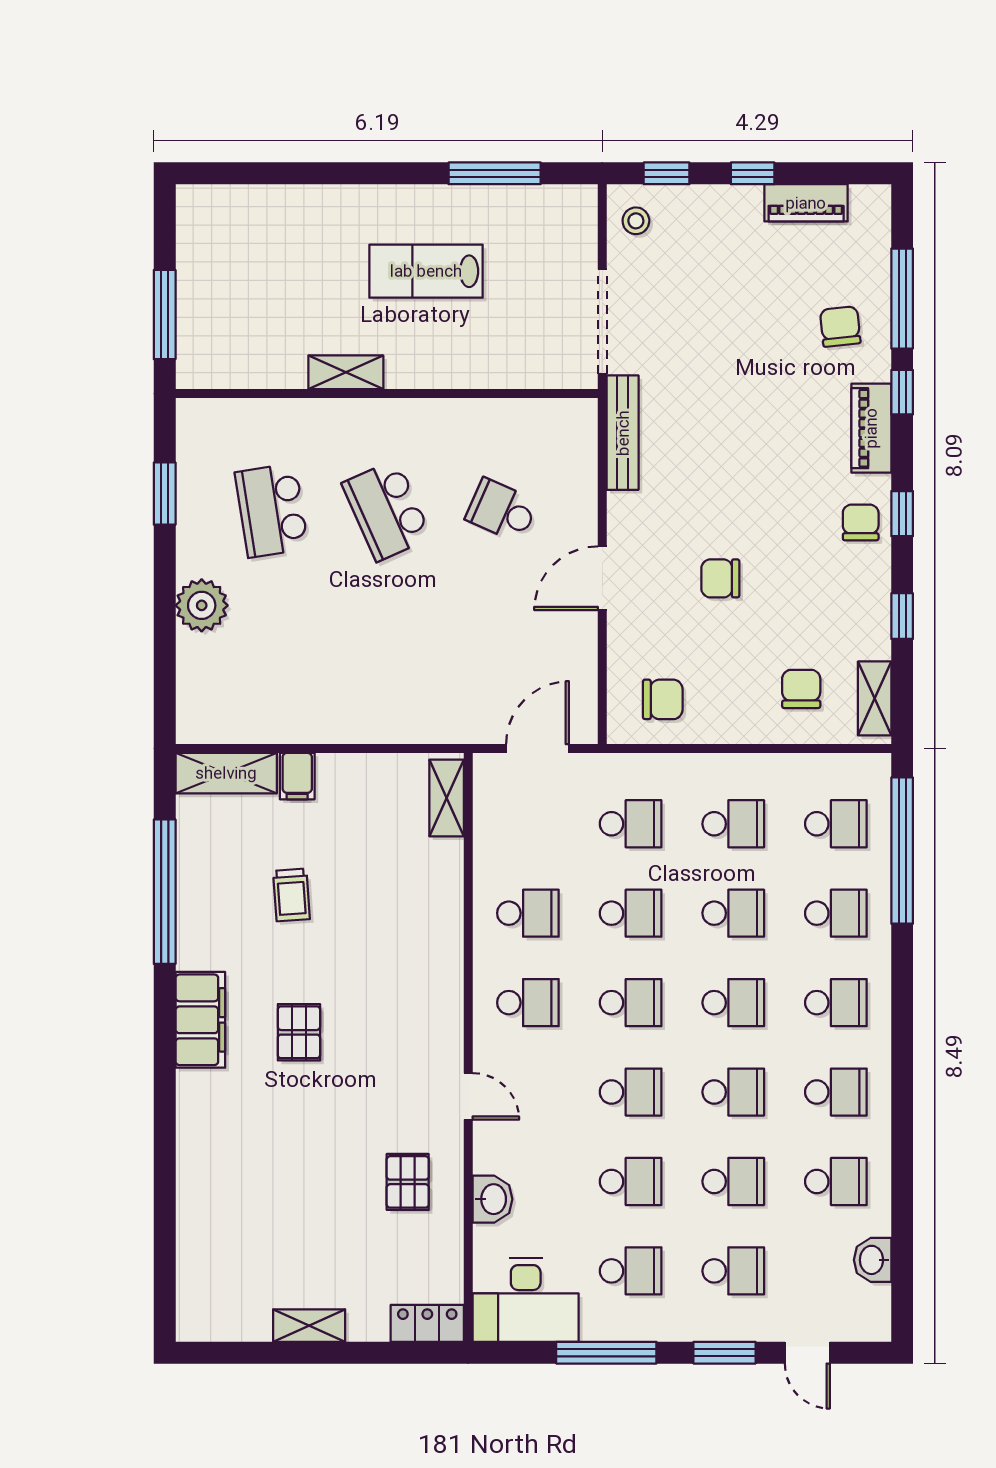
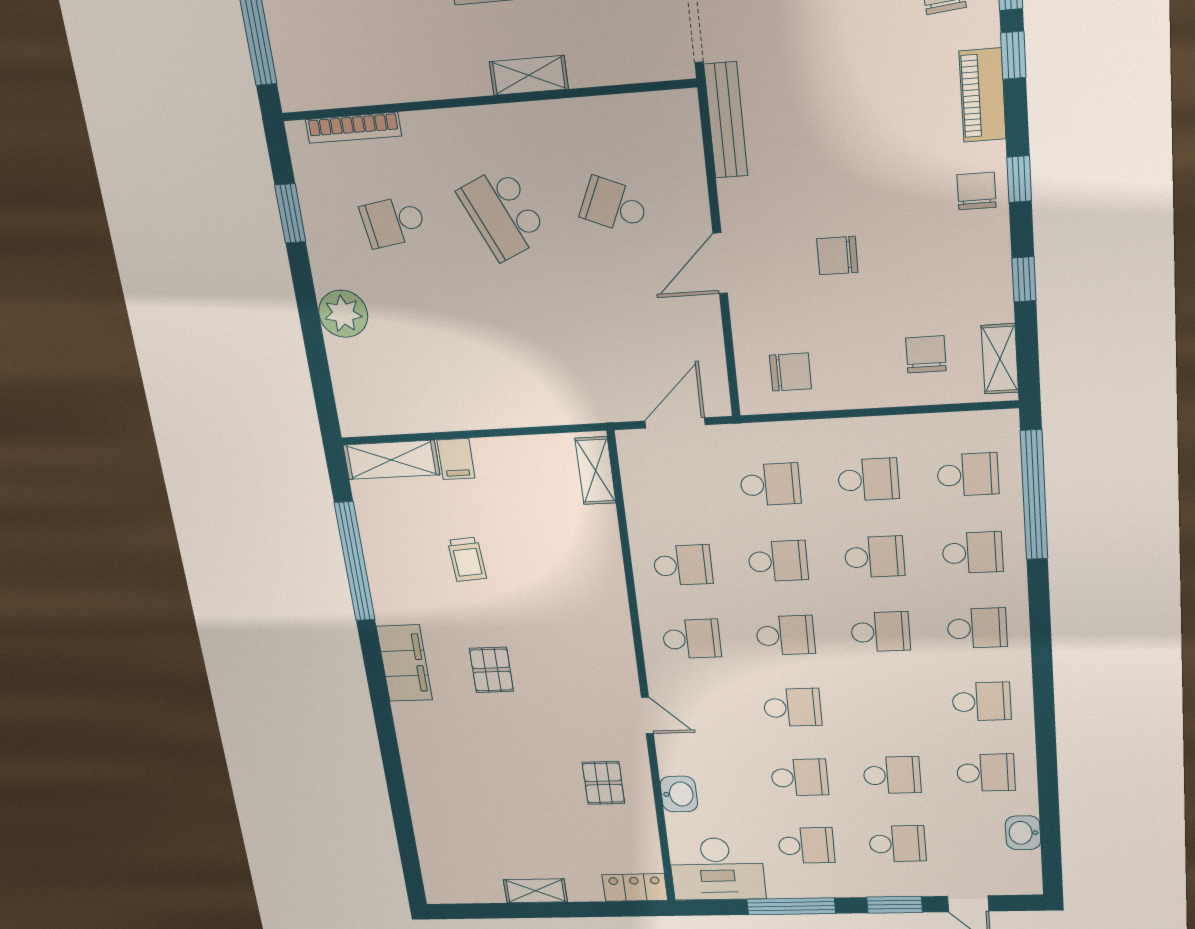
shelving: (346, 372) -> (529, 75), moved
bookcase: (247, 410) -> (353, 128), added
school desk: (272, 510) -> (393, 222), width x0.54
school desk: (733, 1092) -> (886, 705), removed

